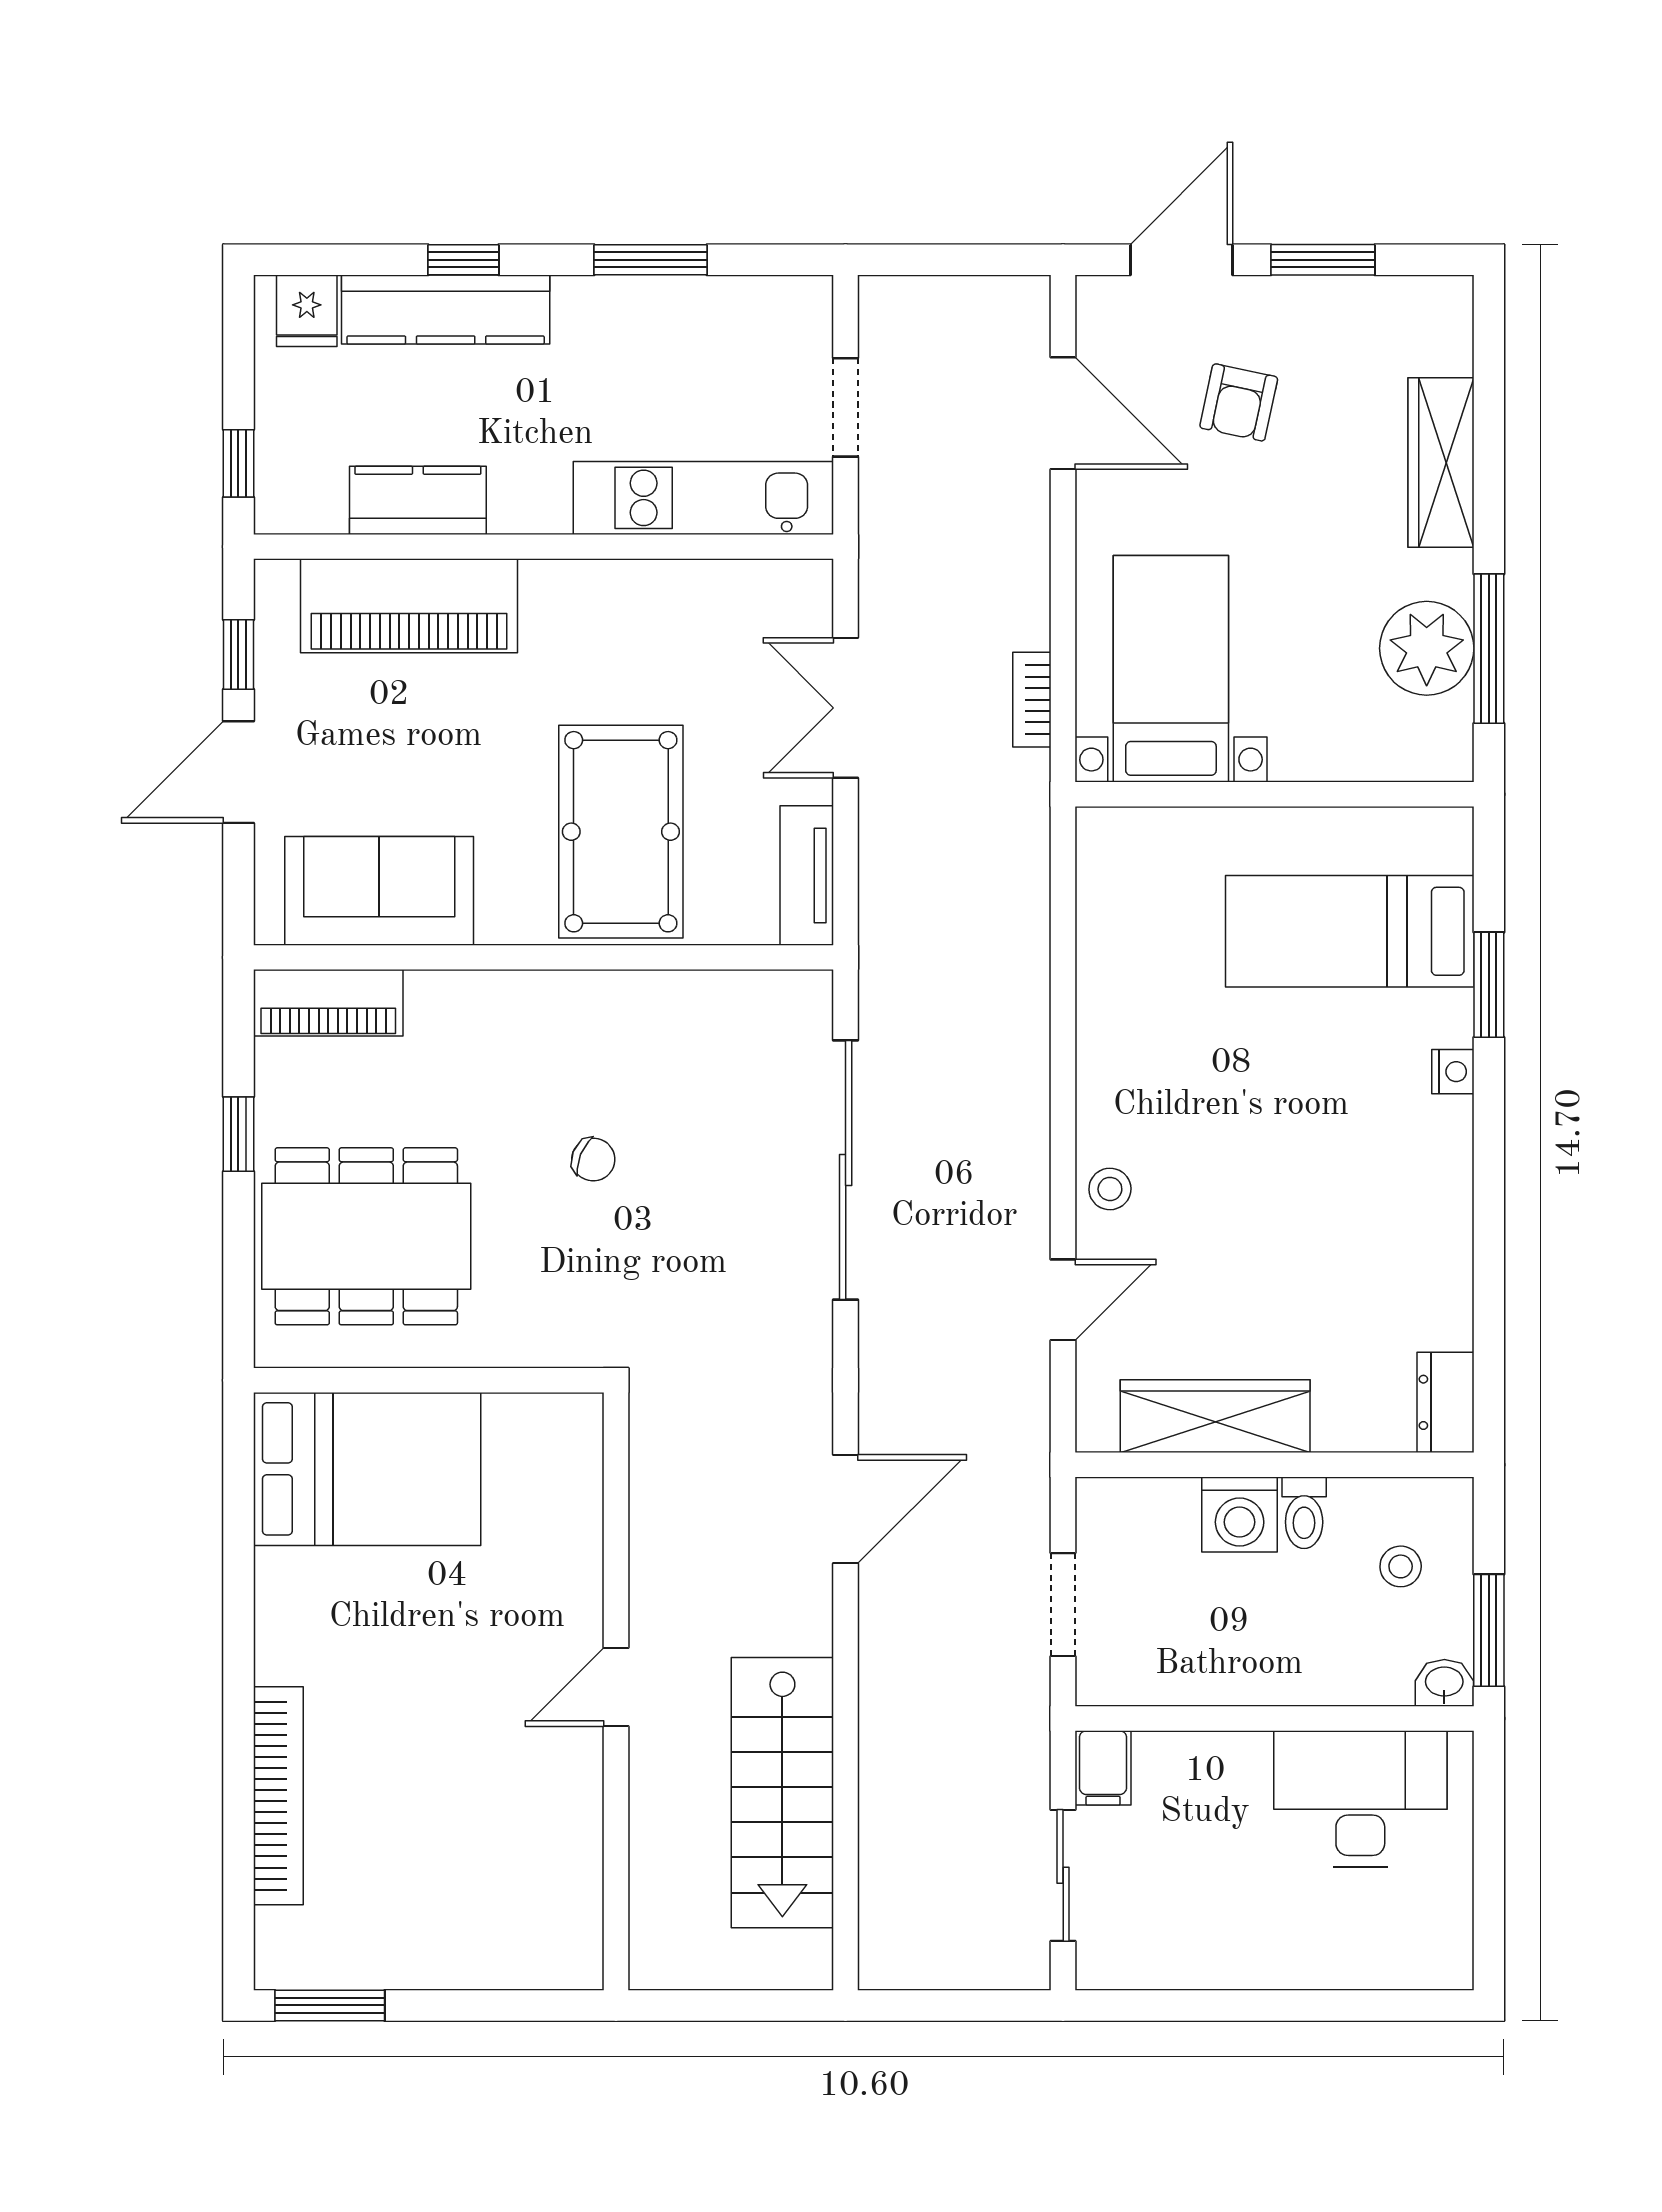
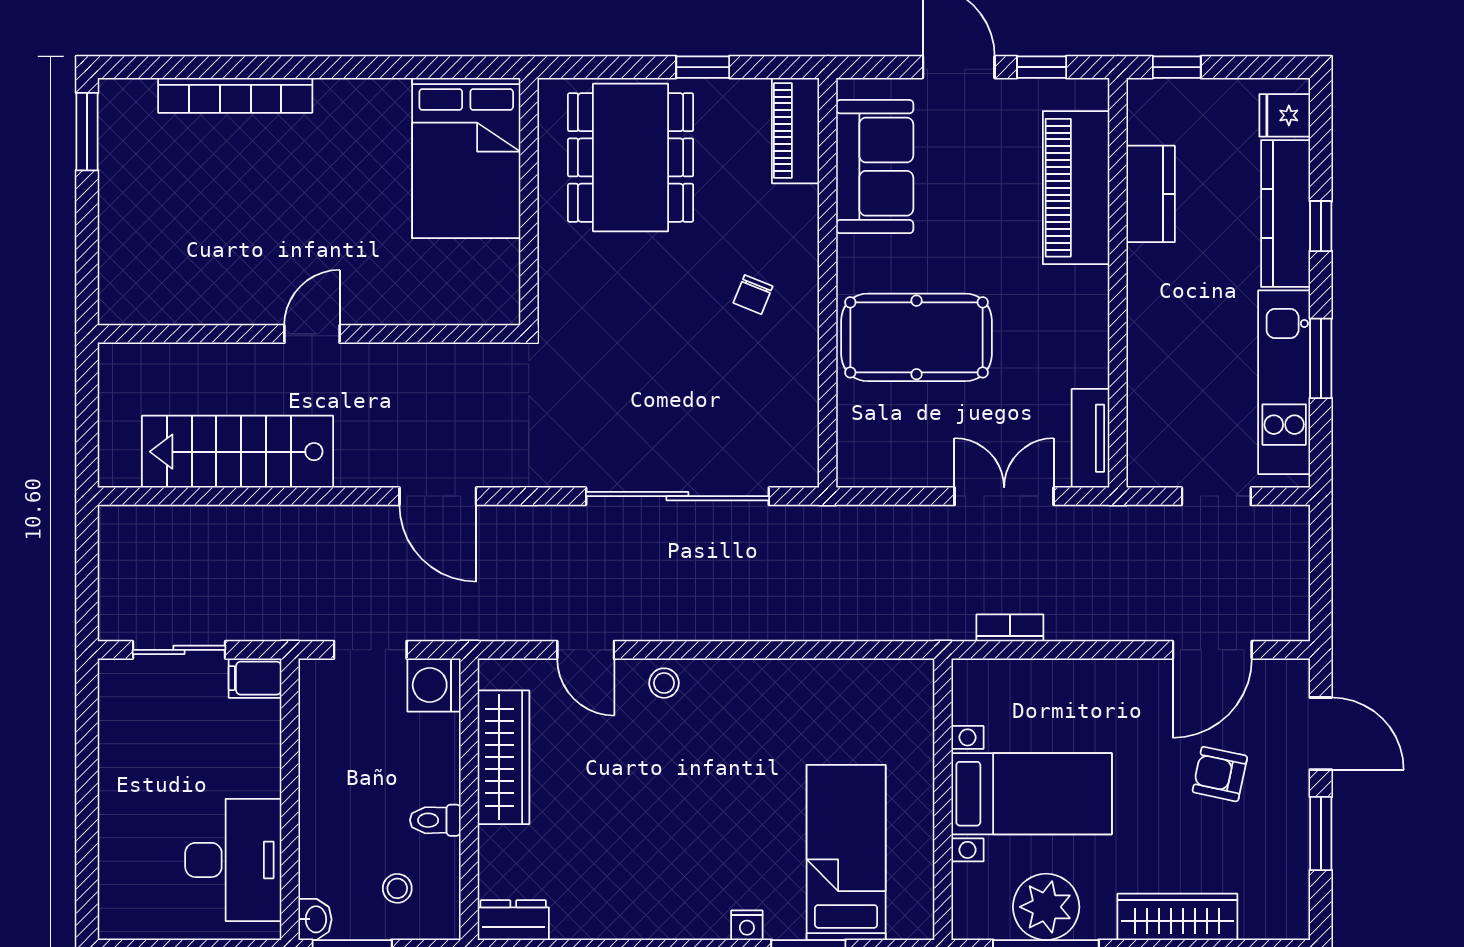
kitchen unit: (703, 498) -> (1284, 382), moved, turned 180
bed with nightstands: (1171, 669) -> (1032, 794), moved
tv unit: (807, 875) -> (1091, 438), moved, turned -90
chair: (593, 1159) -> (753, 295), moved
washing machine: (1240, 1515) -> (434, 685), moved
door: (616, 1687) -> (312, 334), hinge flipped

